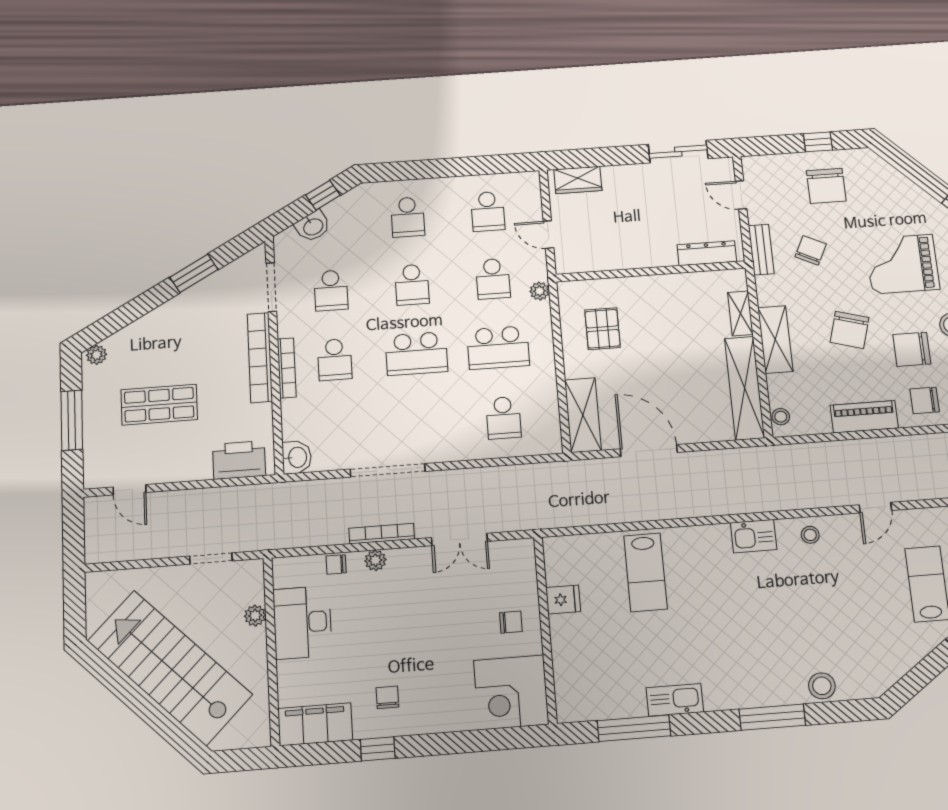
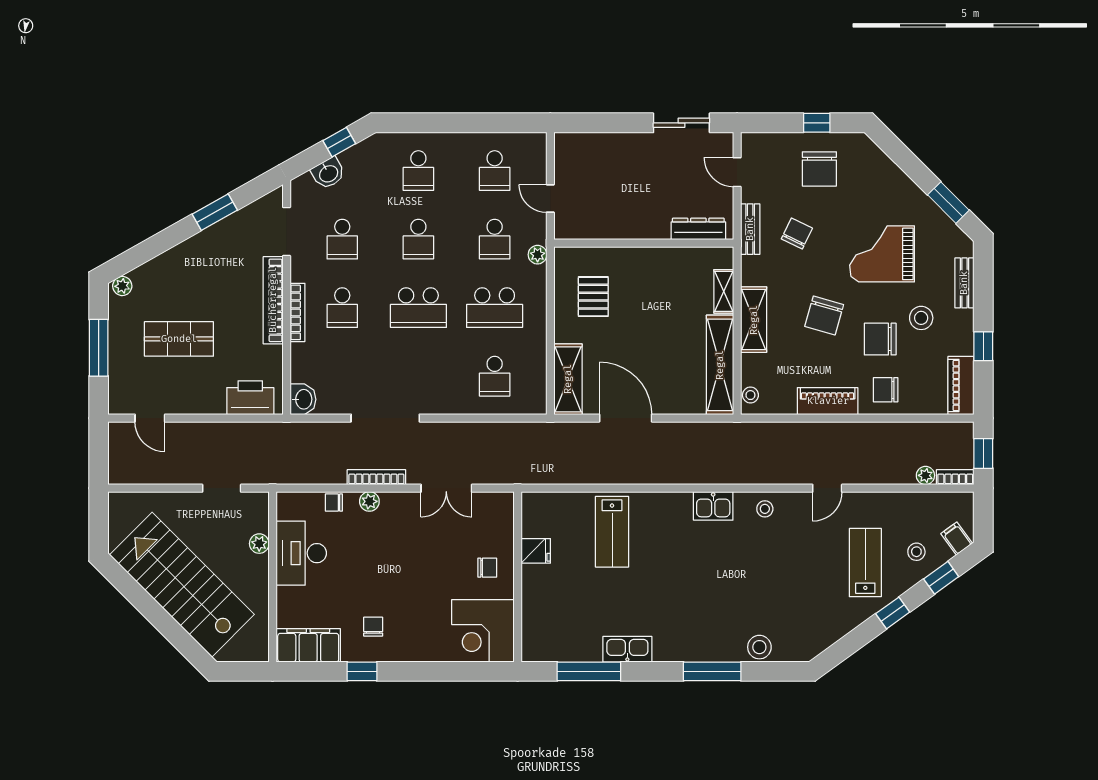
wardrobe: (578, 180) -> (583, 145), removed

